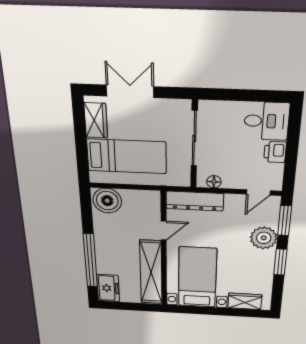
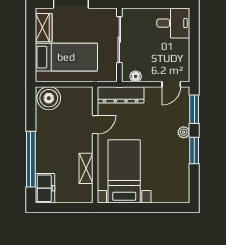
printer: (275, 152) -> (182, 48), removed
plant: (264, 238) -> (184, 132), width x0.53, depth x0.53
shelving: (151, 272) -> (86, 168), width x0.45, depth x0.75
wardrobe: (245, 301) -> (167, 195), removed

